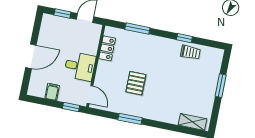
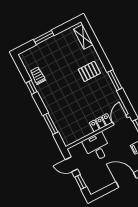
locker: (107, 48) -> (101, 123), moved
desk: (80, 66) -> (97, 147), moved
pallet: (136, 83) -> (89, 71), moved

